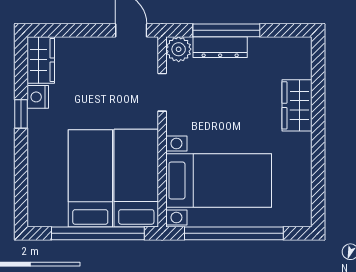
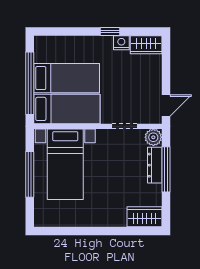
wardrobe: (297, 105) -> (145, 217), moved
window: (234, 233) -> (30, 174), width x0.68

